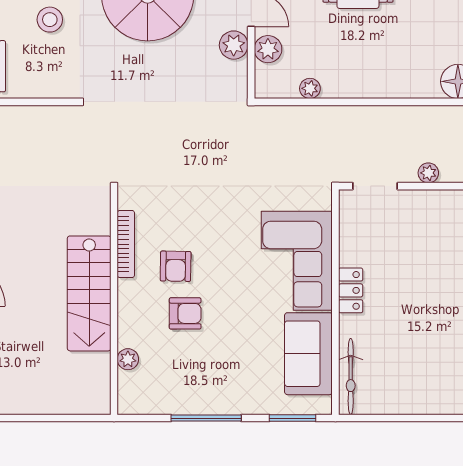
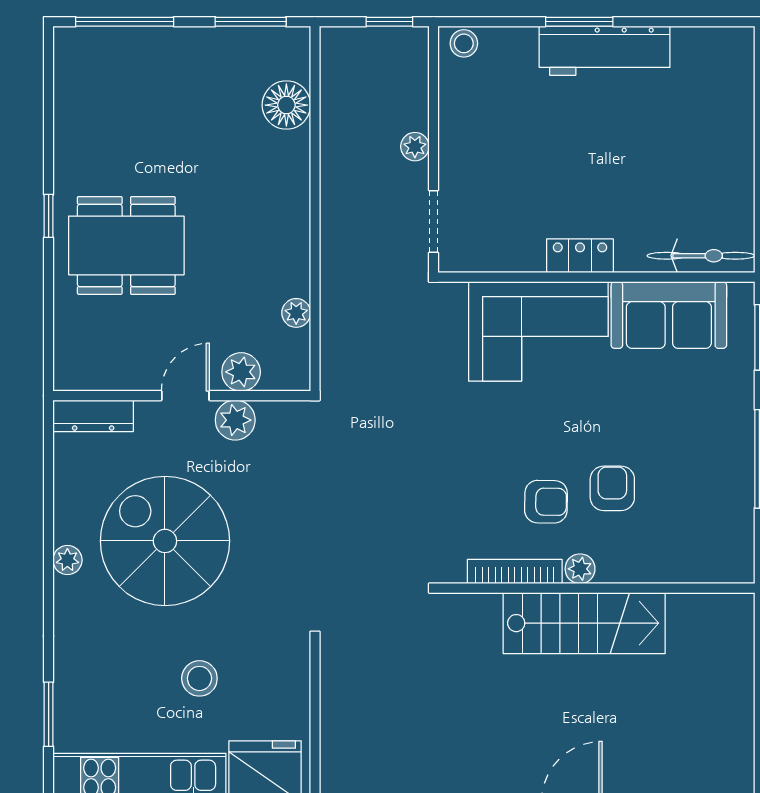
plant: (128, 359) -> (580, 569), moved

